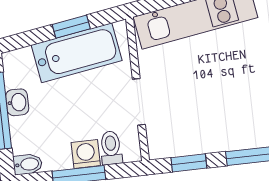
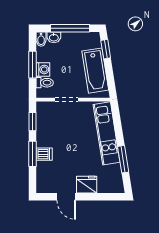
window: (71, 27) -> (106, 49), moved
washbasin: (17, 102) -> (54, 37), moved
dishwasher: (249, 133) -> (44, 154), added

